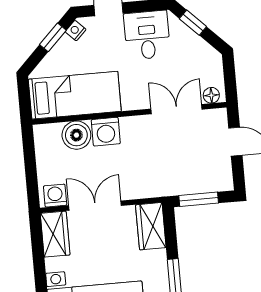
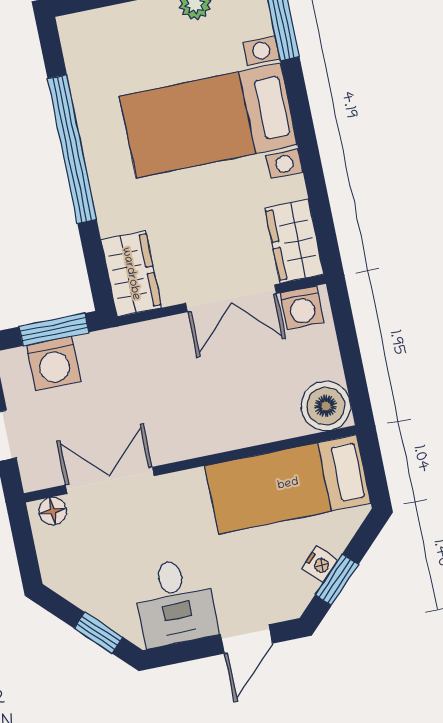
nightstand: (76, 31) -> (320, 564), moved
double door: (177, 109) -> (110, 480), swing flipped
washing machine: (106, 132) -> (54, 363), moved, turned 180
boiler: (76, 135) -> (326, 406), moved

